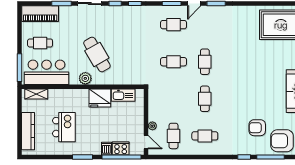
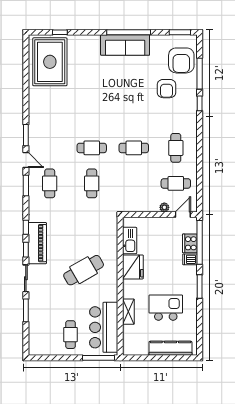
piano: (40, 14) -> (37, 243), moved
plant: (85, 78) -> (111, 283), removed
shelving: (36, 94) -> (128, 312), moved

